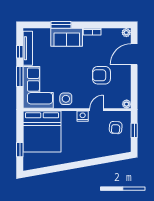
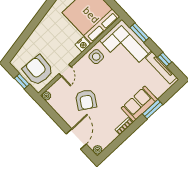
armchair: (101, 75) -> (86, 100), turned 122
window: (20, 76) -> (139, 33), moved
nightstand: (83, 116) -> (83, 45), moved
armchair: (116, 128) -> (38, 70), width x1.88, depth x1.88

